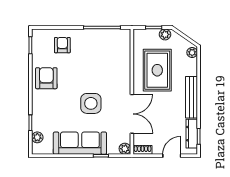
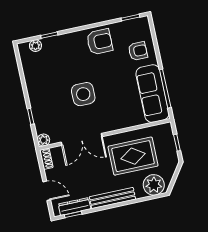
plant: (165, 34) -> (172, 156), removed
plant: (192, 52) -> (154, 185), width x1.88, depth x1.88
sofa: (80, 143) -> (152, 94), moved, turned 180

